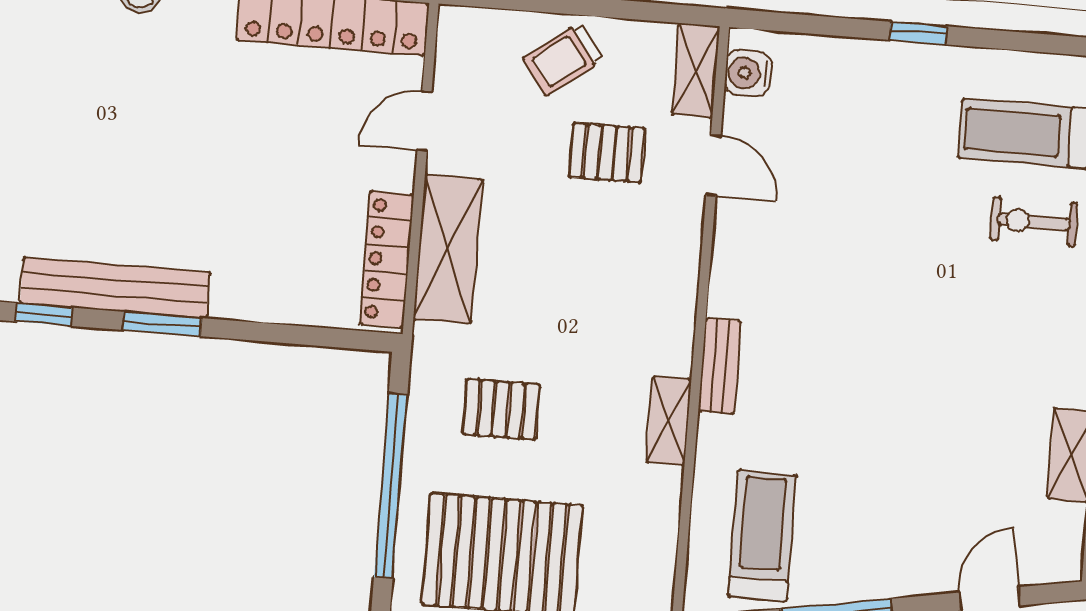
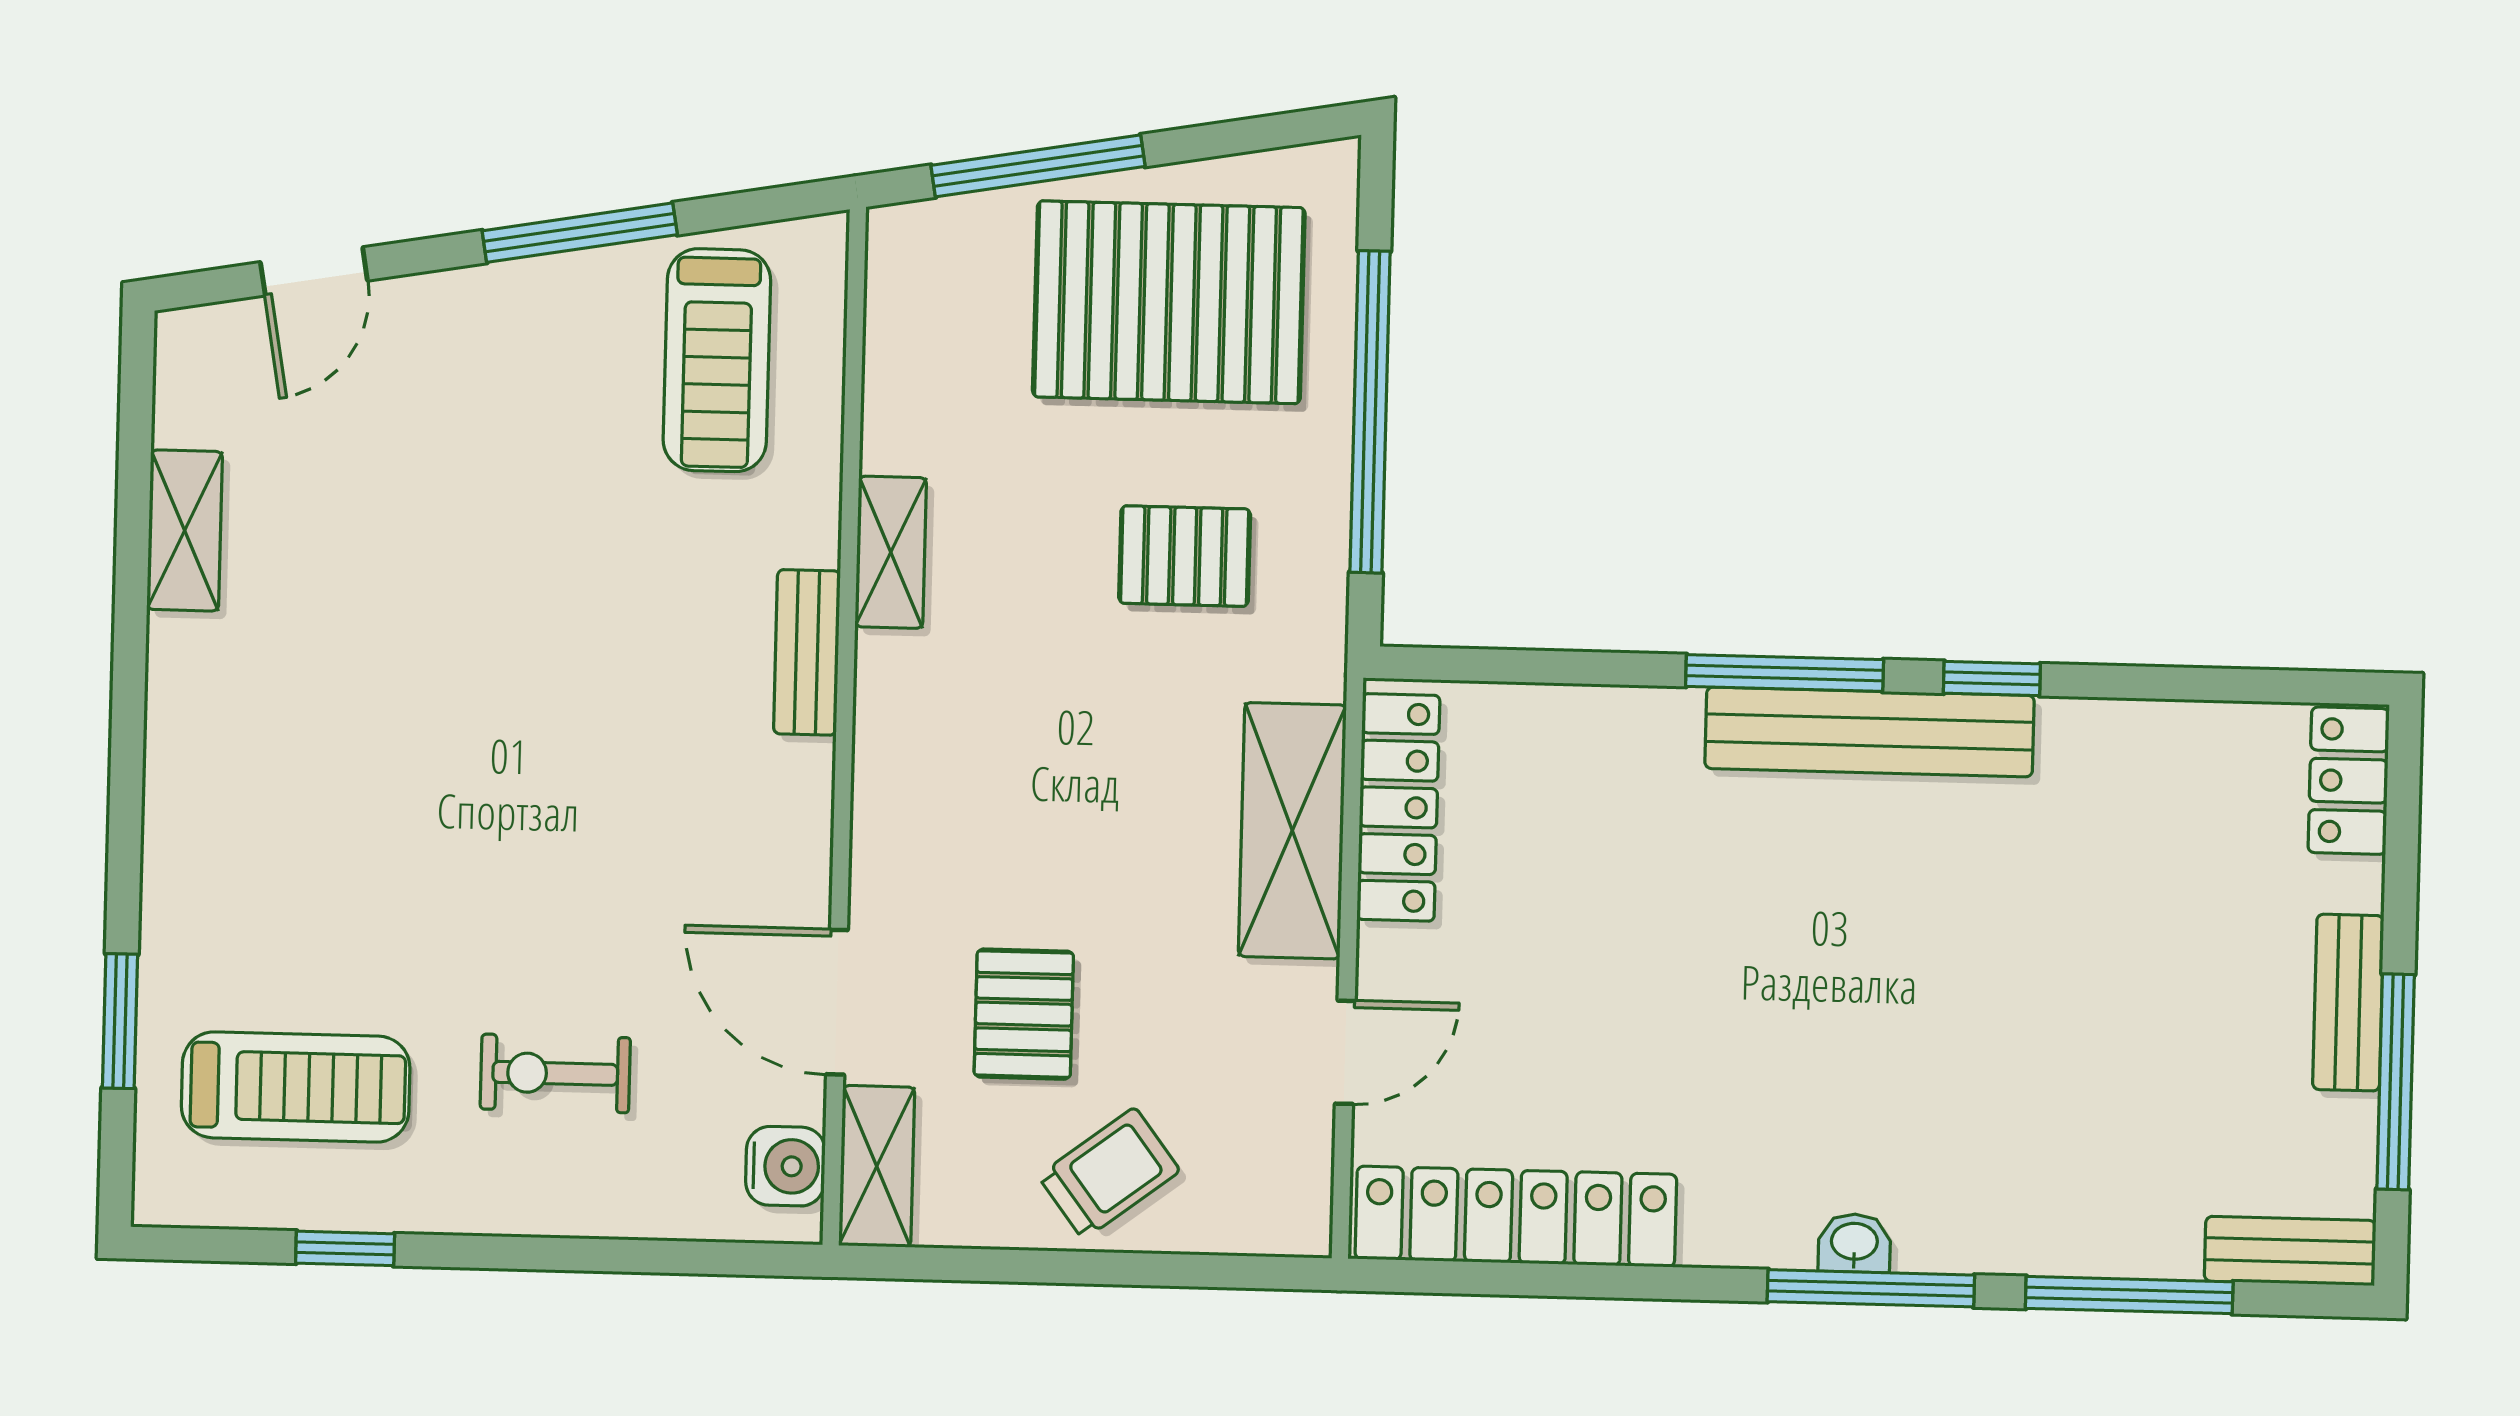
window: (918, 33) -> (345, 1248), moved
pallet: (607, 153) -> (1024, 1014), turned 90
door: (713, 165) -> (837, 1002), width x1.38
exercise bike: (1034, 222) -> (555, 1073), moved, turned 180
window: (162, 324) -> (1785, 673), width x1.44

